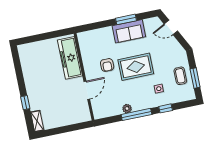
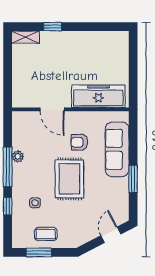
sofa: (129, 31) -> (117, 149), moved, width x1.36

